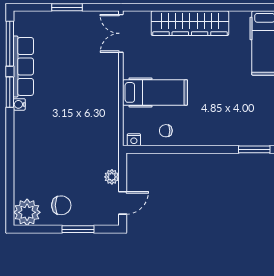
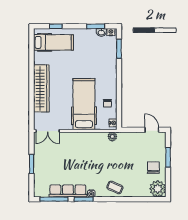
hospital bed: (155, 92) -> (84, 104), width x1.37, depth x1.29
coffee table: (29, 143) -> (115, 187), added
plant: (112, 177) -> (112, 137), moved

